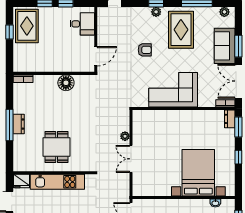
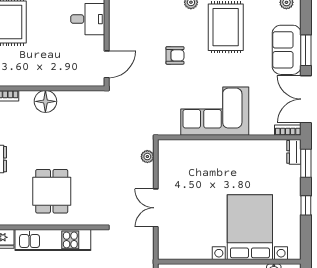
floor lamp: (66, 83) -> (45, 101), moved
plant: (125, 136) -> (147, 157), moved

